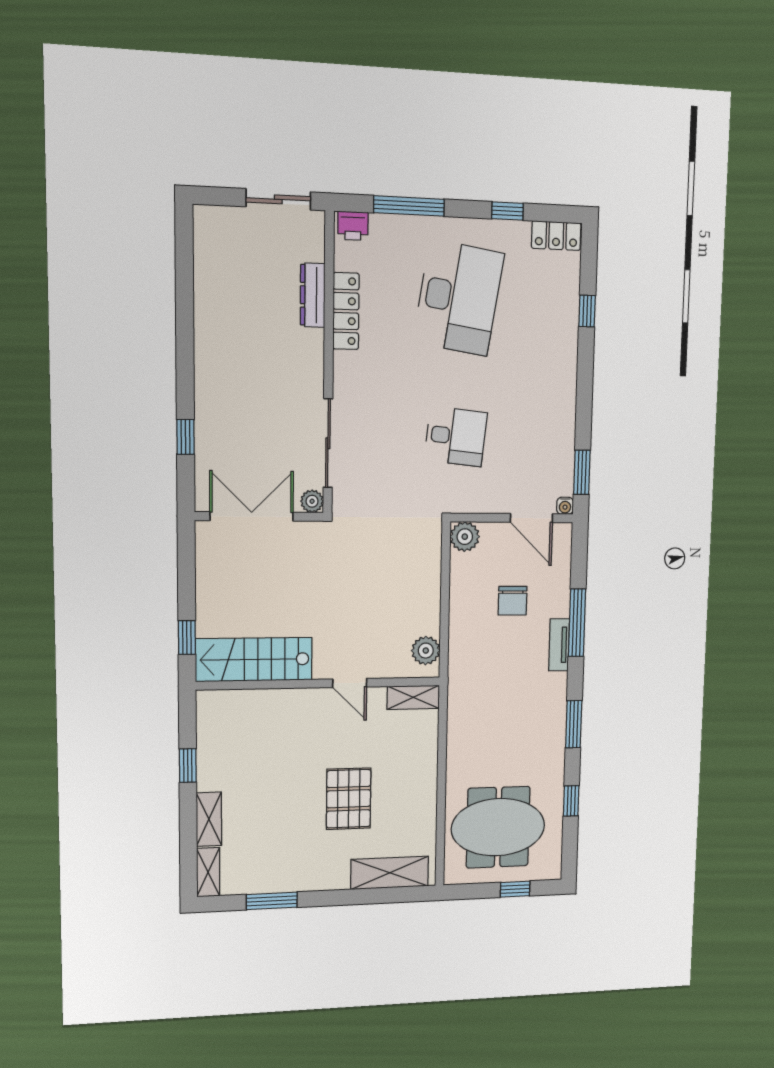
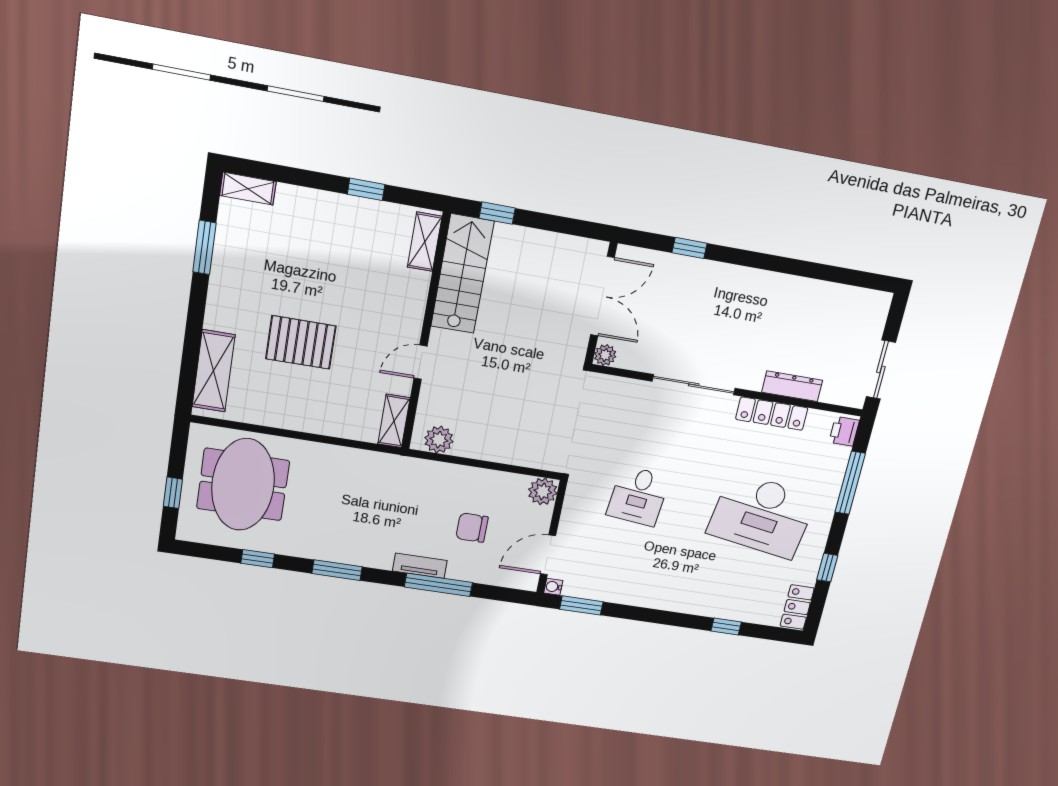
sliding door: (328, 443) -> (694, 385), moved
shelving: (209, 819) -> (425, 242), moved, turned 90

